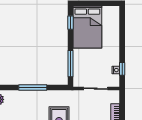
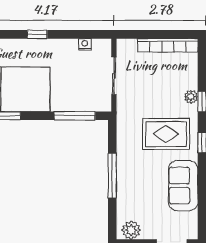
window: (122, 69) -> (37, 34), moved

